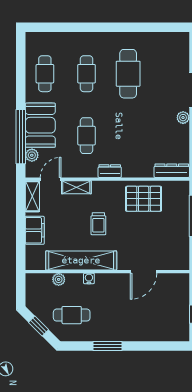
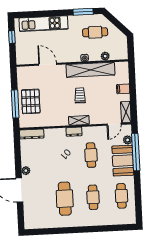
shelving: (76, 187) -> (79, 120), moved
pallet: (144, 199) -> (31, 101), moved, turned 90
filing cabinet: (35, 230) -> (123, 89), width x0.50
door: (143, 272) -> (48, 64), hinge flipped
window: (39, 326) -> (117, 24), removed
kitchen unit: (147, 331) -> (44, 24), added
window: (108, 346) -> (83, 12), moved

